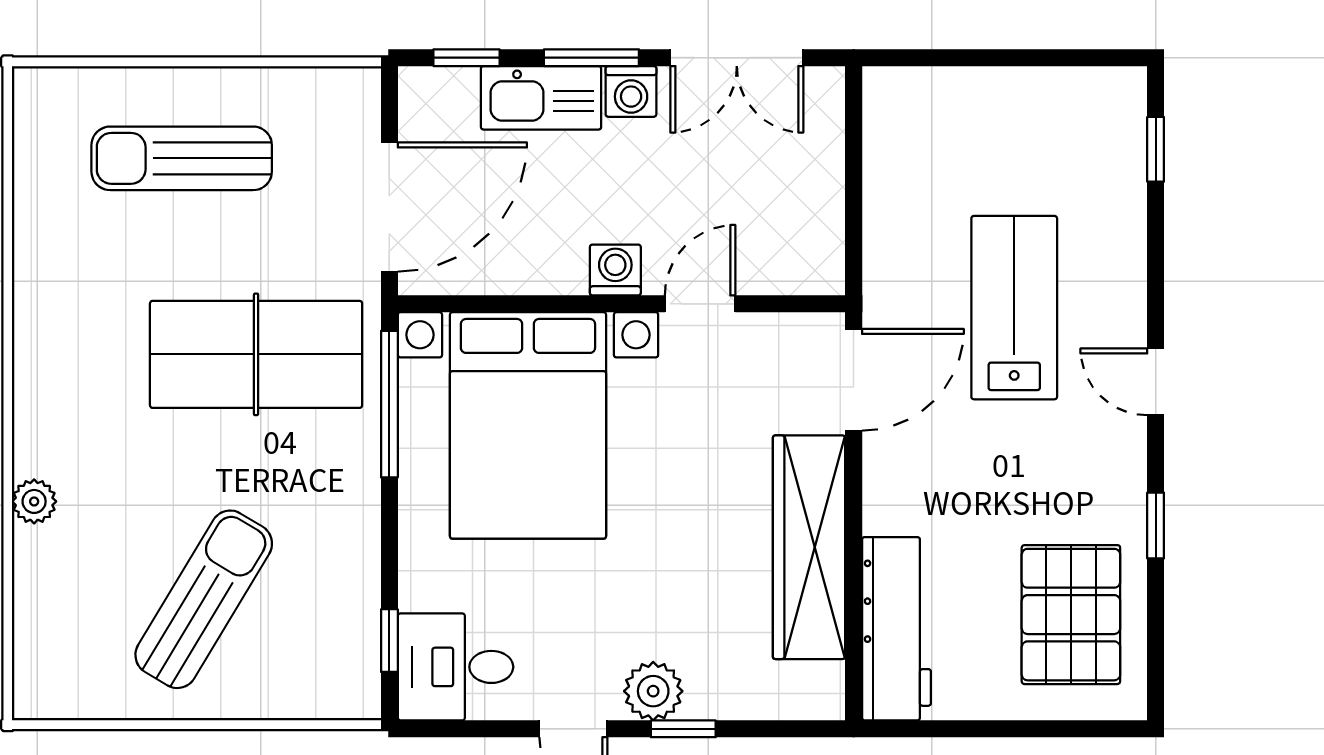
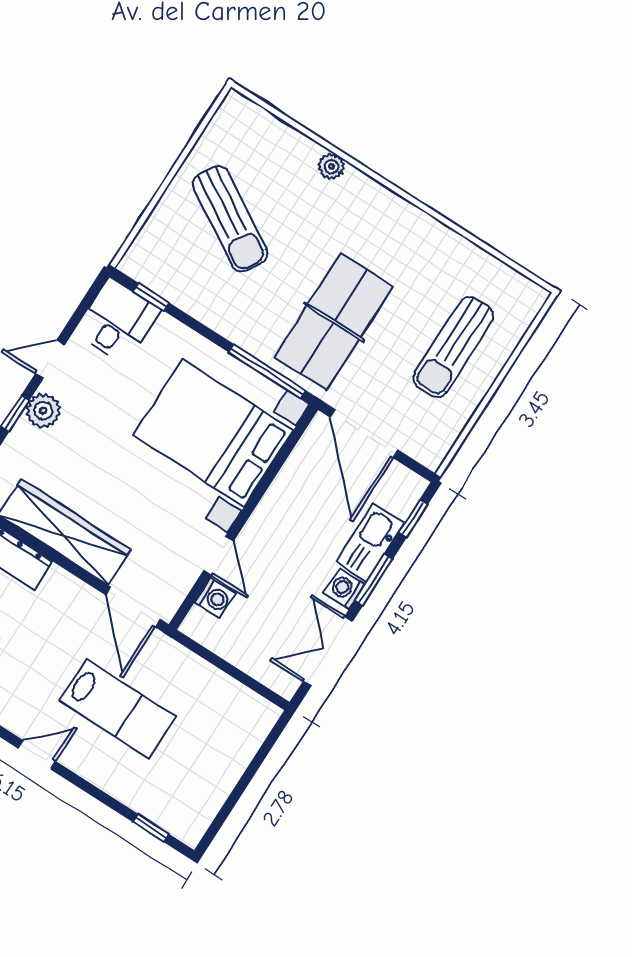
sun lounger: (182, 158) -> (453, 347), turned 180
washing machine: (615, 270) -> (215, 598), moved

